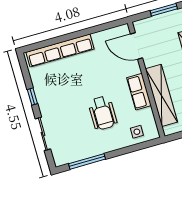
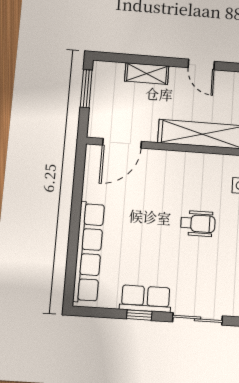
row of seats: (139, 92) -> (146, 299), moved, turned 180
wheelchair: (103, 113) -> (198, 223), width x0.73, depth x0.73

